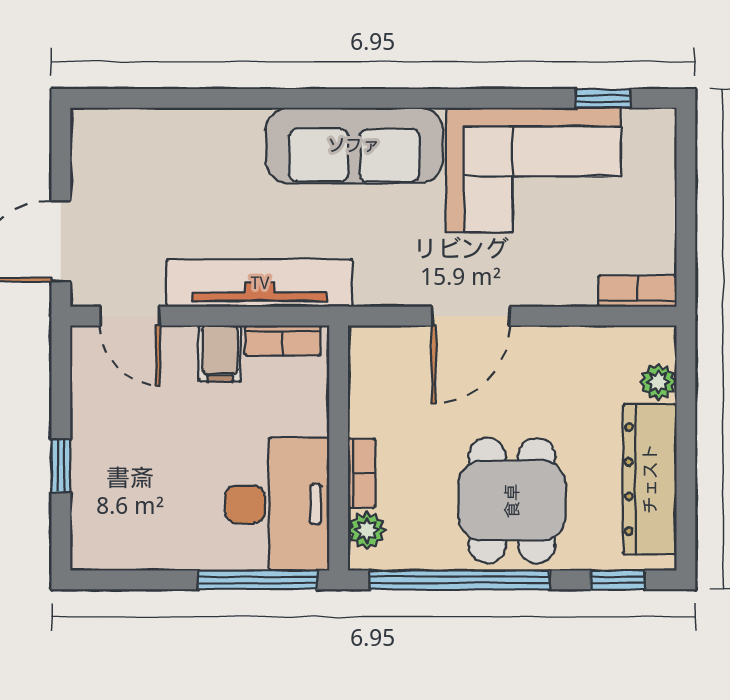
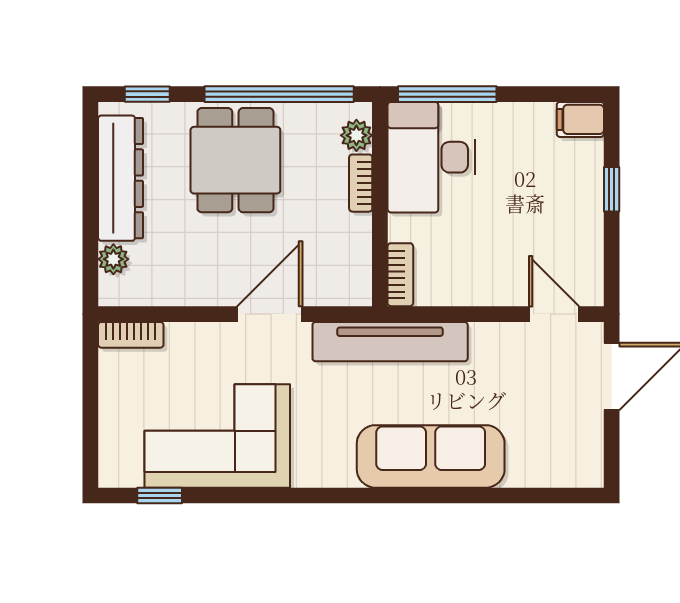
sofa: (354, 145) -> (431, 456), moved
tv unit: (260, 283) -> (390, 342), moved
bookcase: (283, 340) -> (400, 275), moved, turned 90
filing cabinet: (220, 353) -> (580, 119), moved, turned -90

